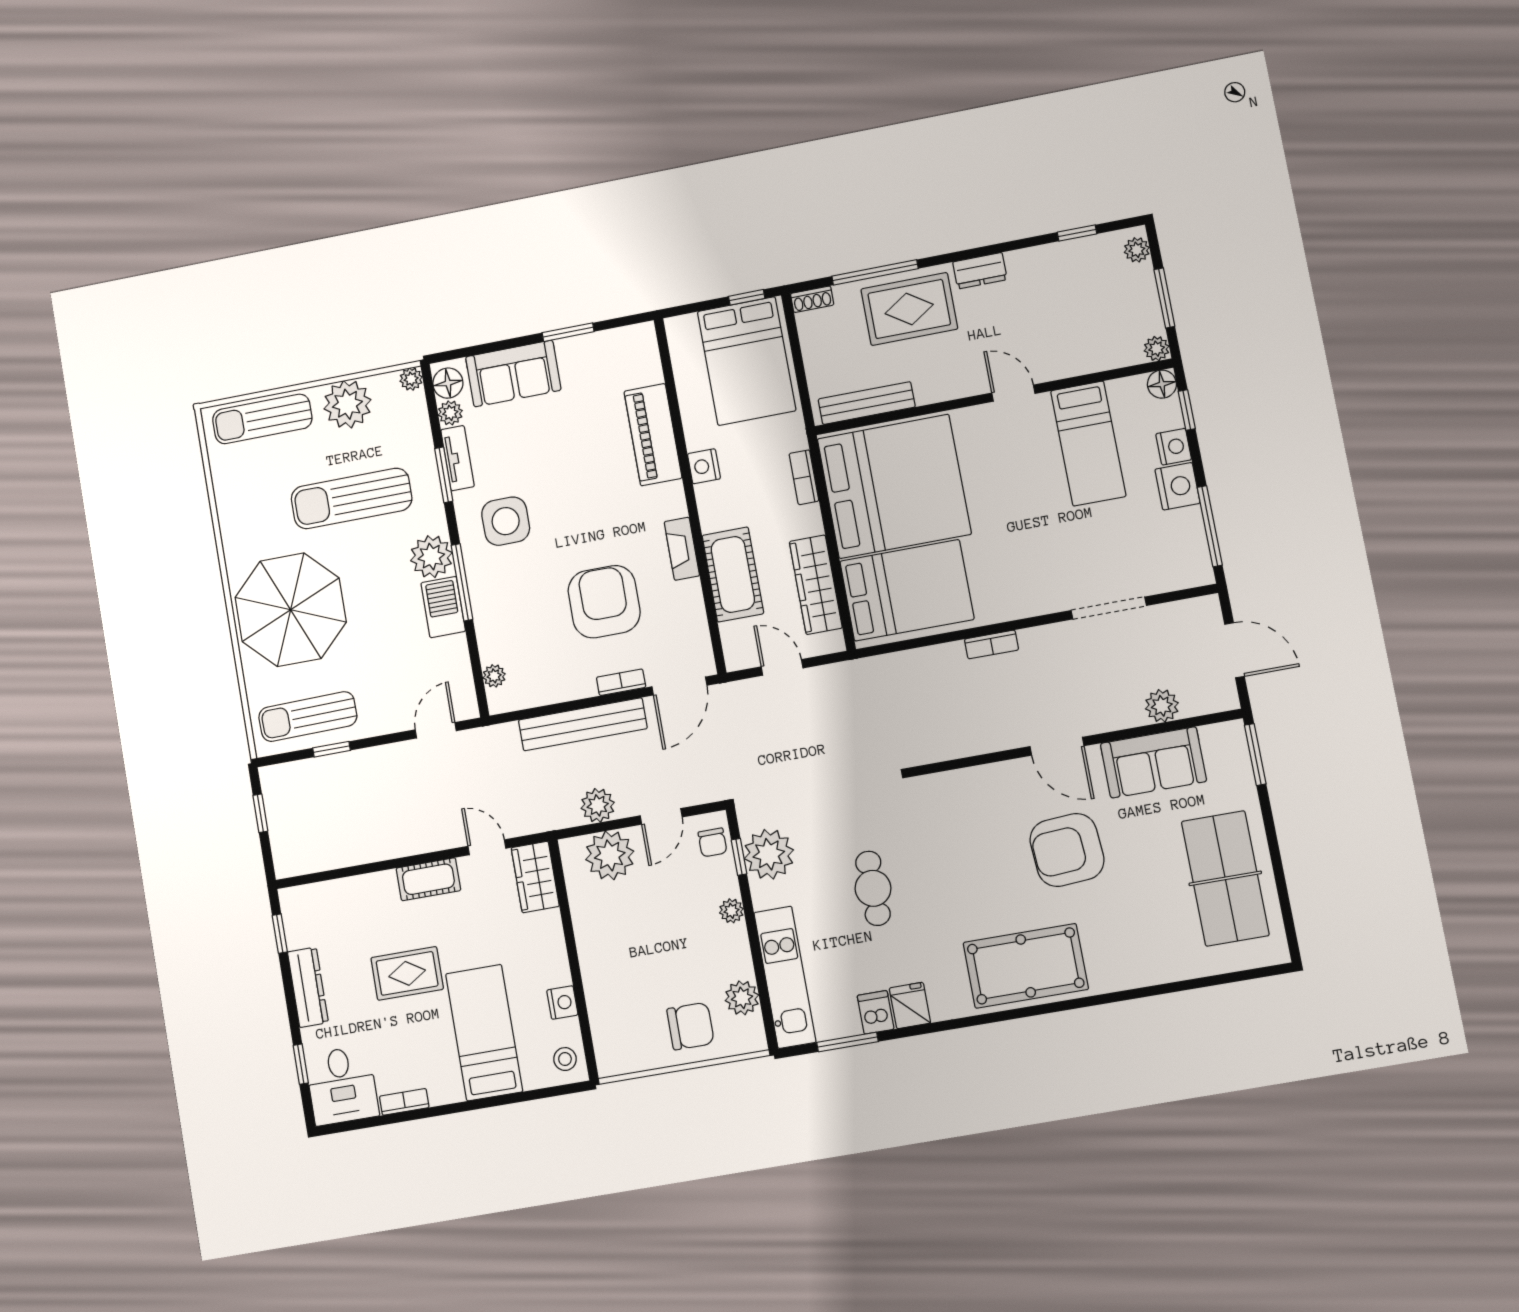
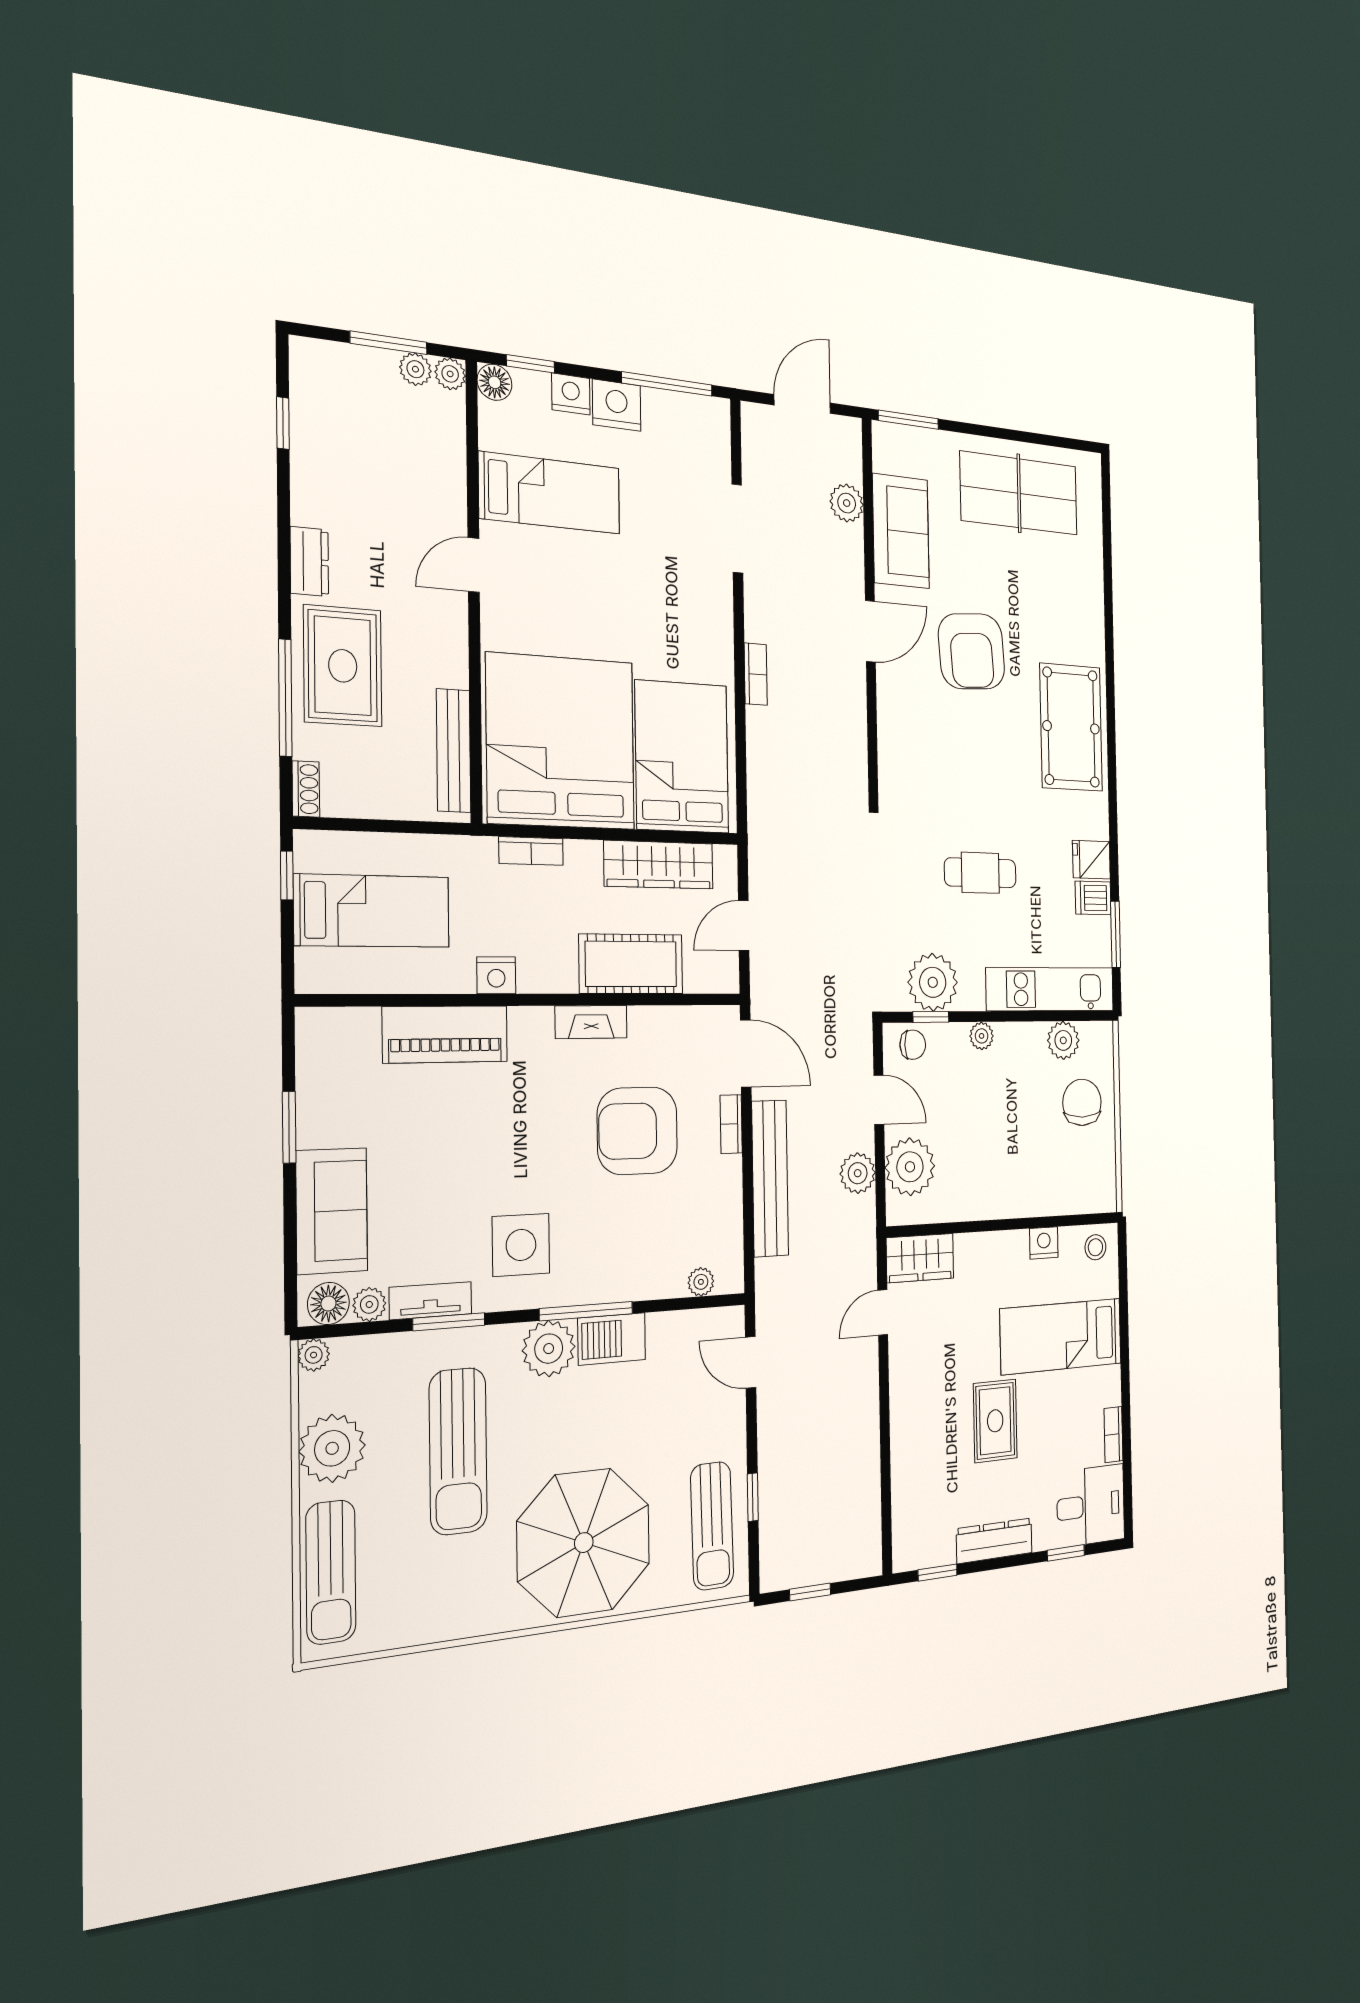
plant: (1137, 250) -> (415, 369), moved
bed: (747, 361) -> (372, 911), width x0.67
cot: (428, 879) -> (906, 1387), removed

